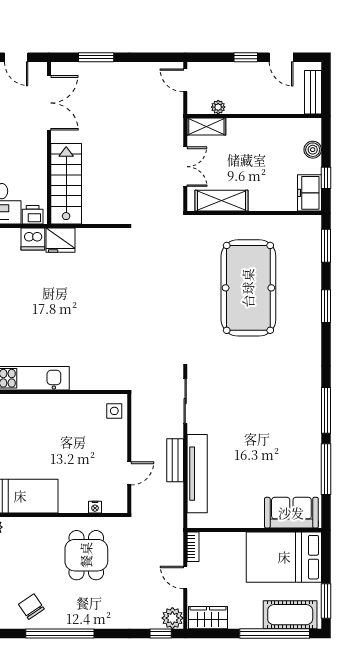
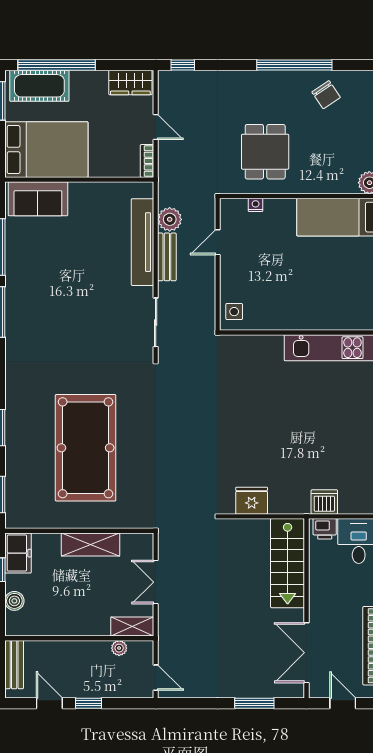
shelving: (222, 201) -> (91, 545), moved
fridge: (61, 240) -> (252, 501), moved
plant: (172, 618) -> (170, 219), moved

